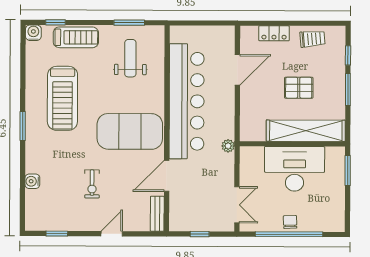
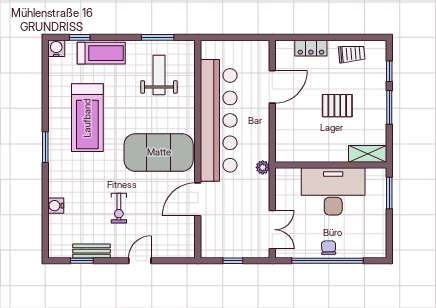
shelving: (306, 131) -> (368, 154), width x0.45, depth x0.75
bench: (157, 214) -> (92, 251), moved, turned 90

